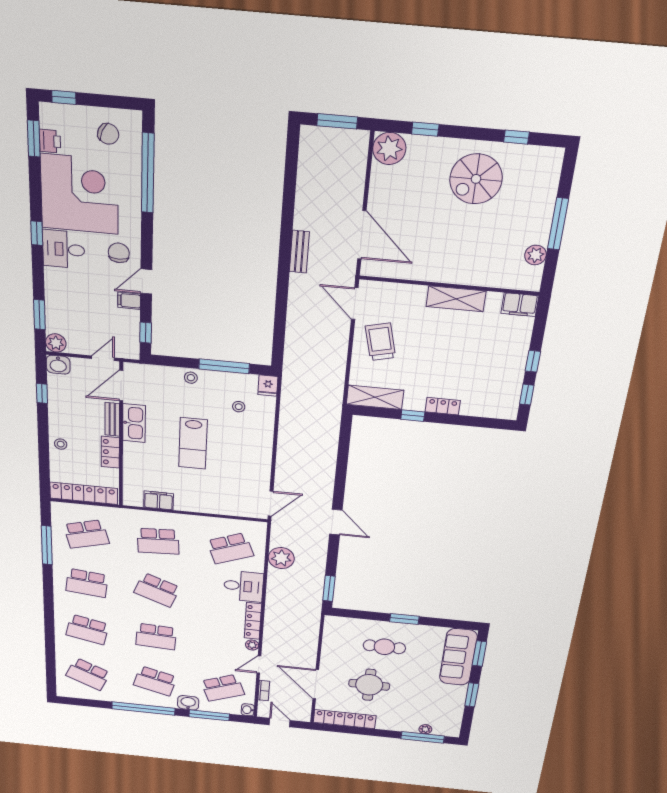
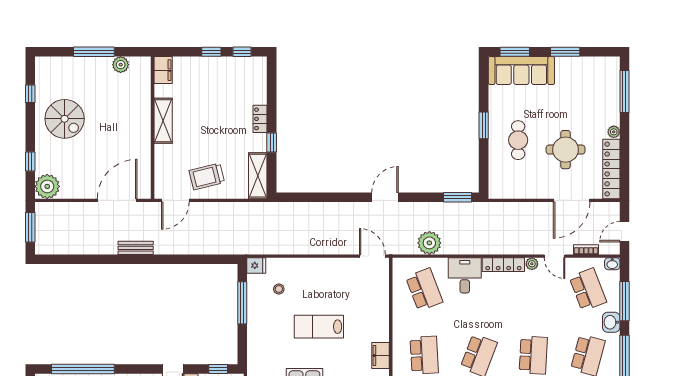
stool: (191, 378) -> (256, 330), removed
lab bench: (193, 443) -> (319, 327), turned 180
plant: (425, 729) -> (614, 132), moved

